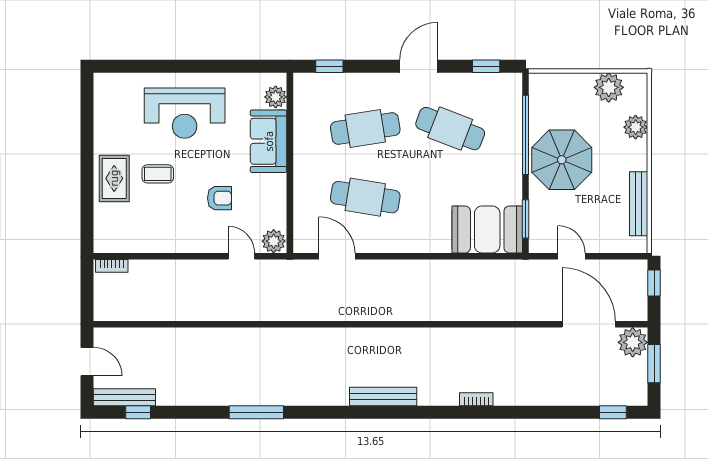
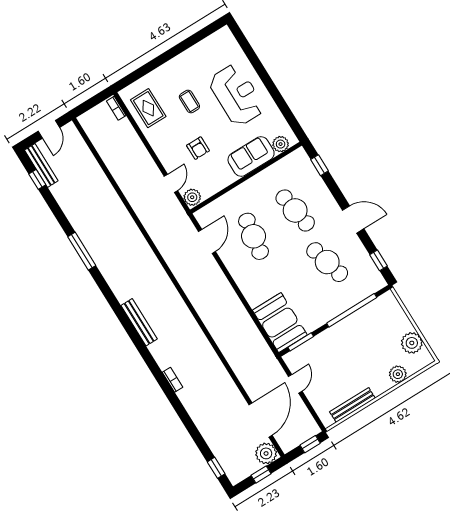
reception desk: (185, 113) -> (237, 95), turned 180
cafe table: (450, 129) -> (327, 262), turned -36
parasol: (562, 160) -> (350, 342), removed
rug: (114, 178) -> (148, 108), moved, turned 90
window: (654, 364) -> (261, 474), width x0.67

